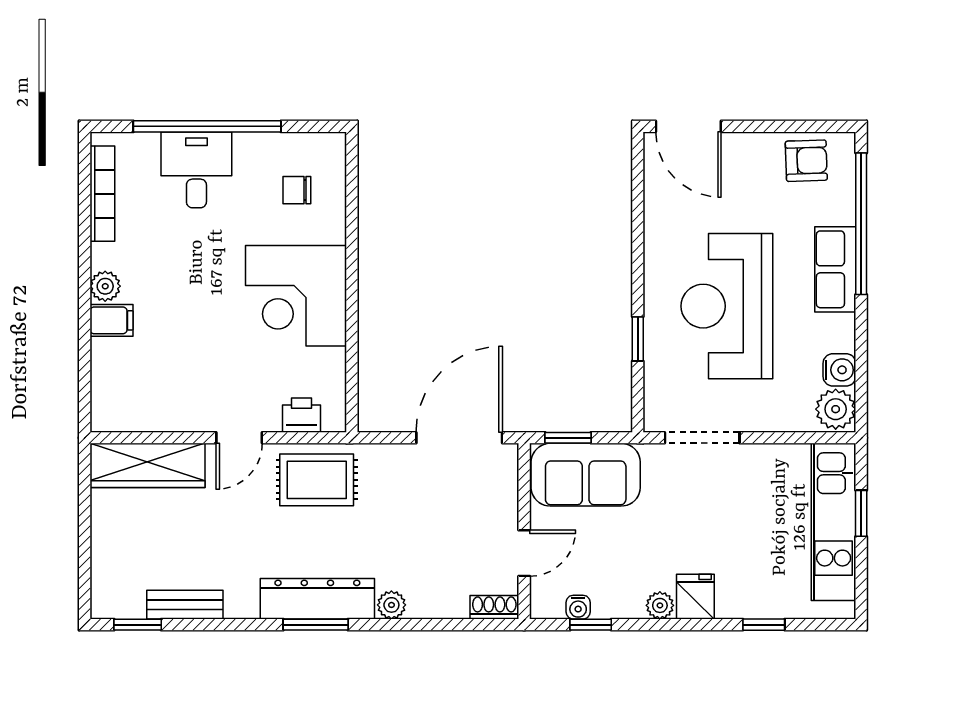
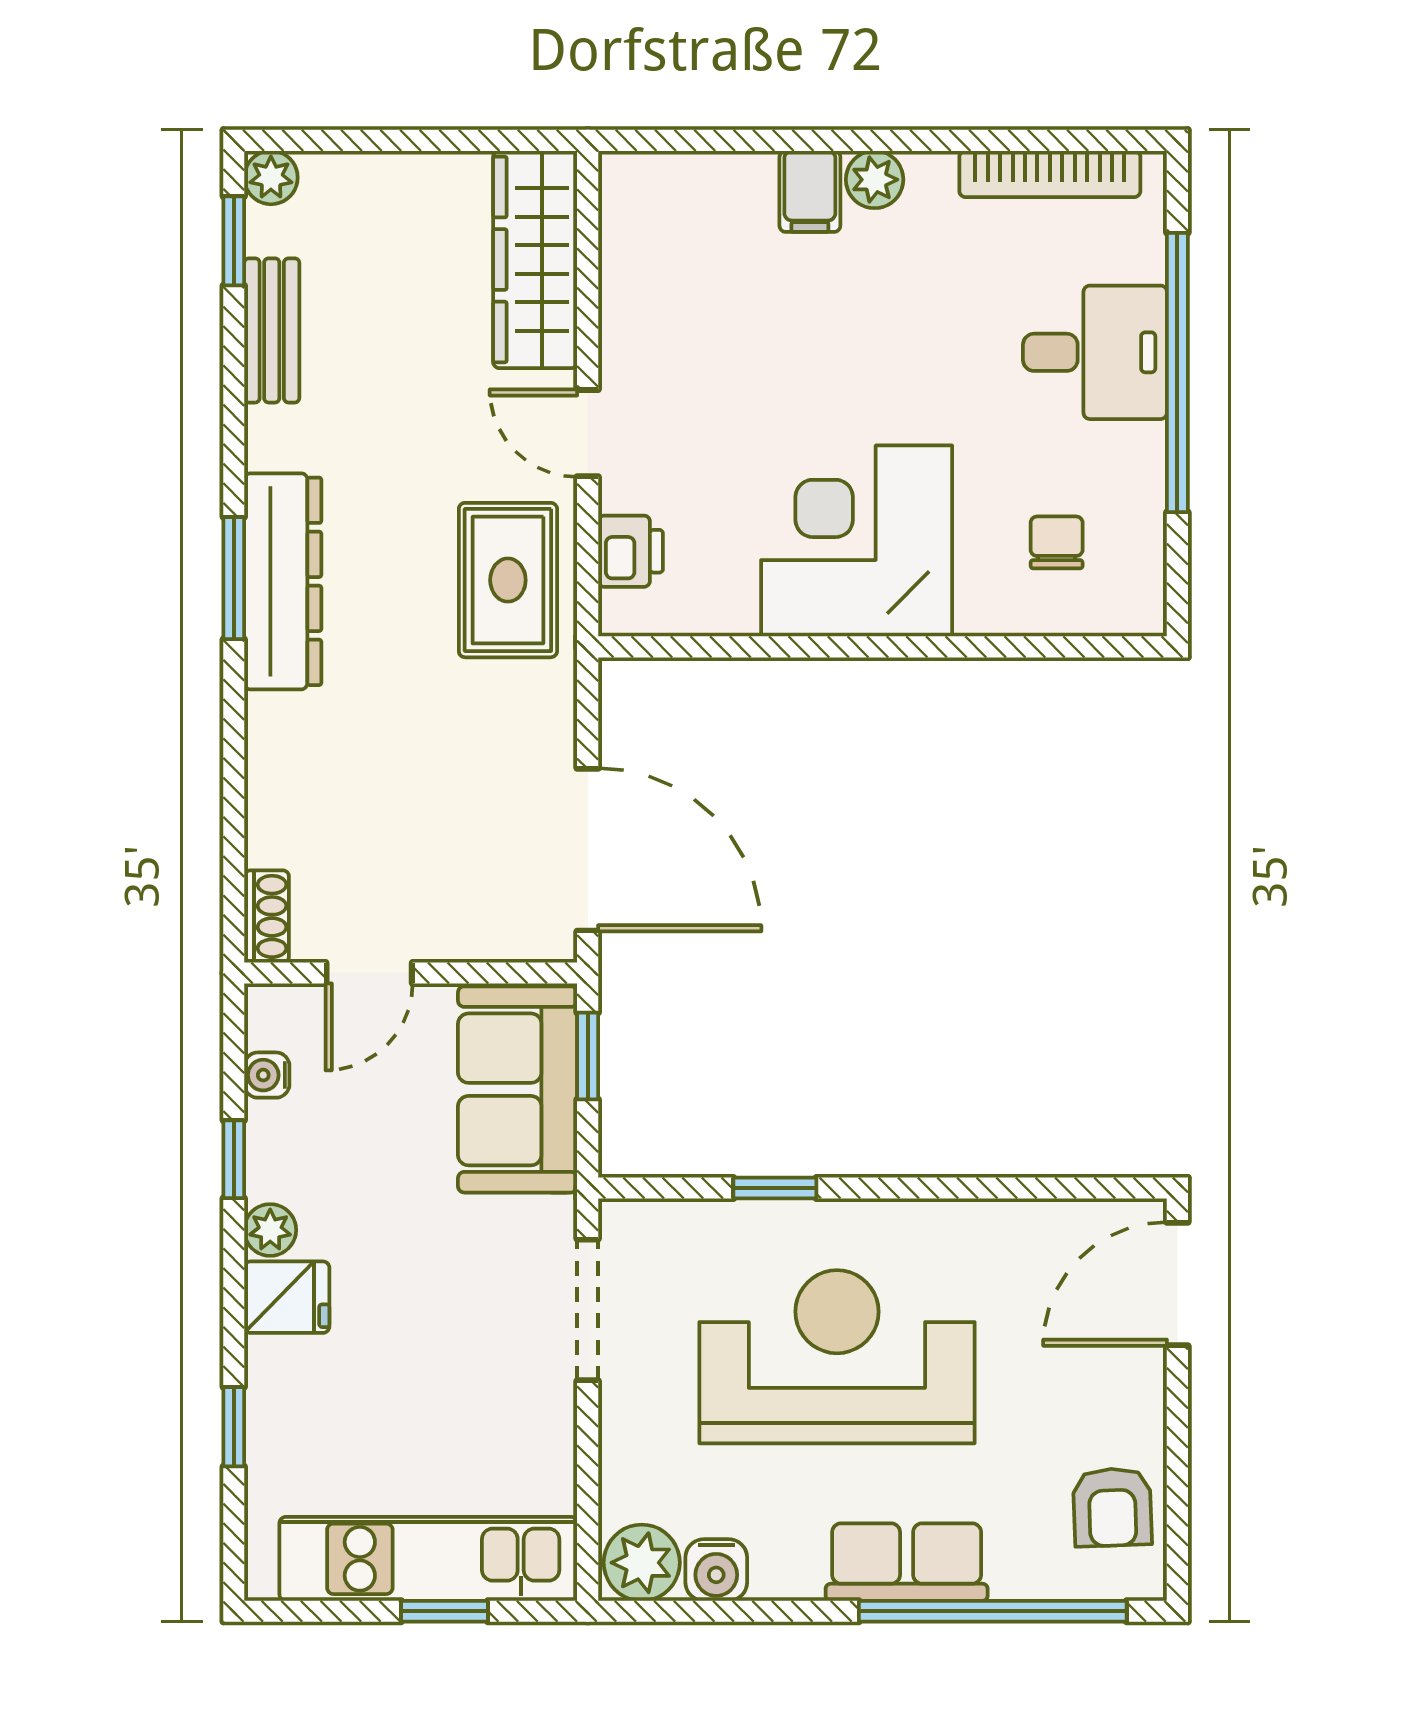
door: (524, 553) -> (369, 973), hinge flipped
plant: (391, 605) -> (271, 178), moved
window: (591, 625) -> (234, 1159), moved

